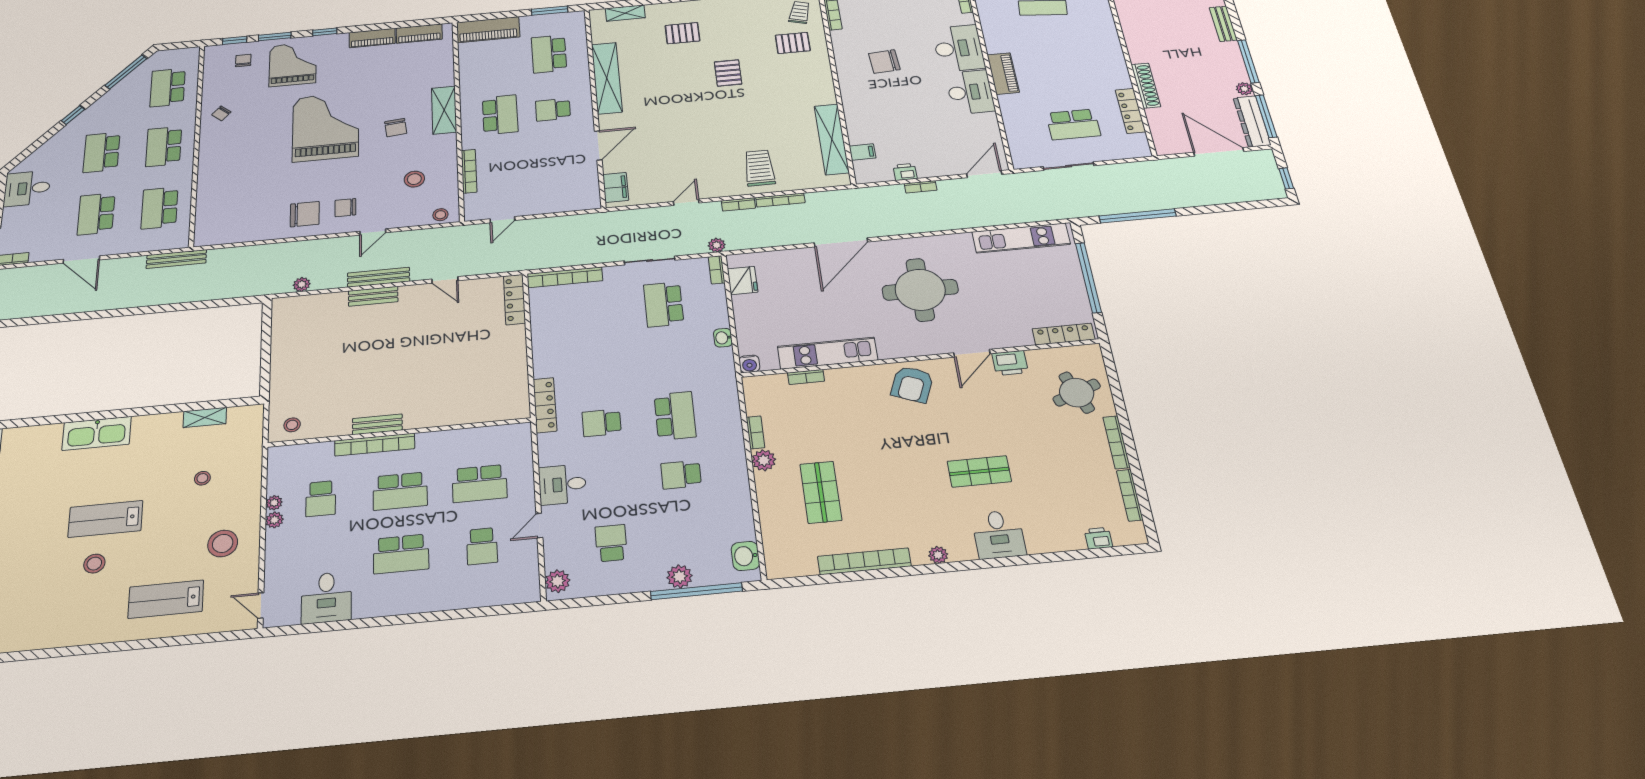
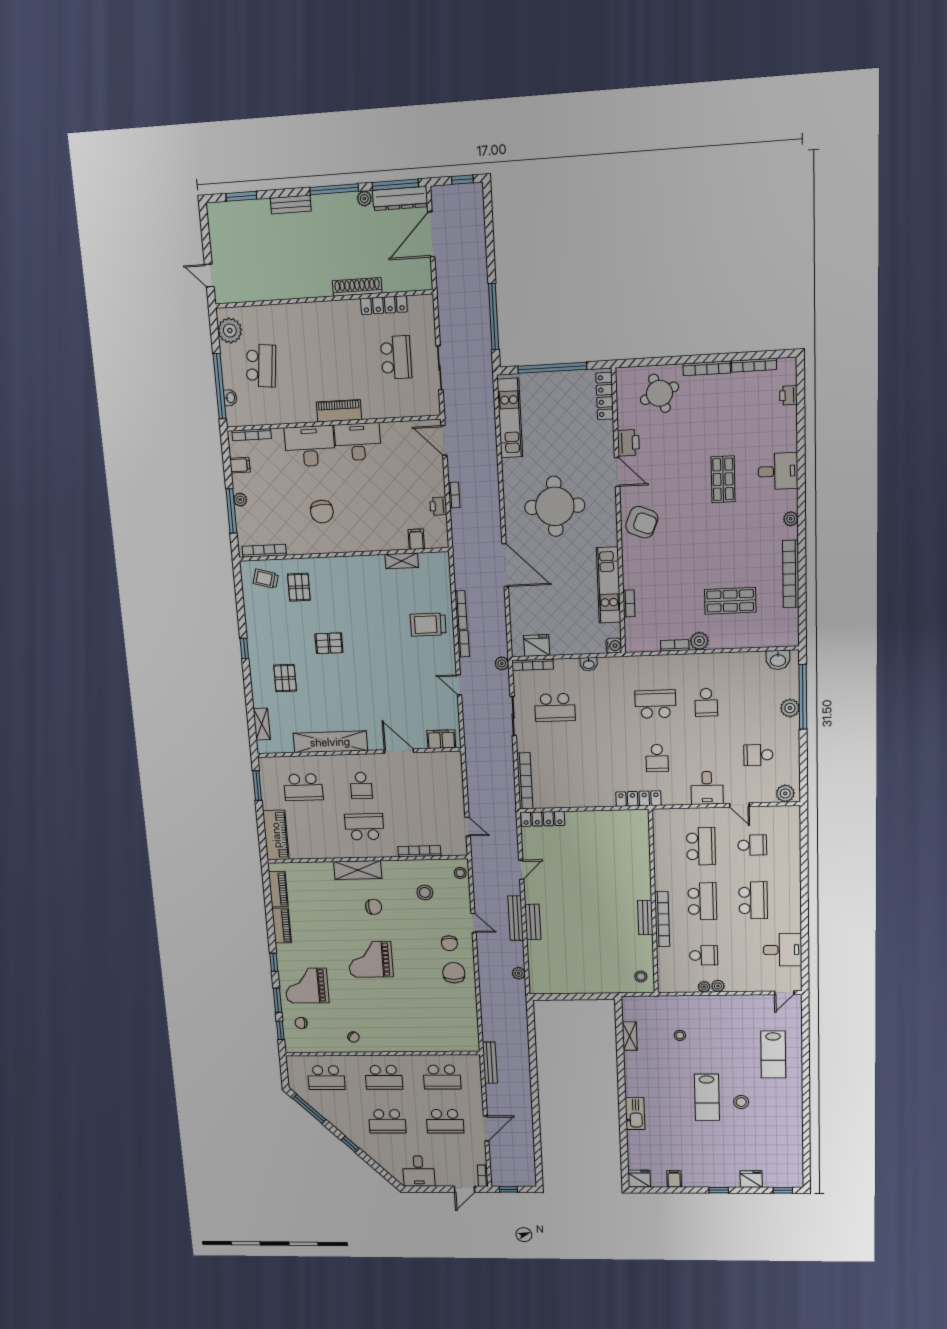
grand piano: (326, 127) -> (370, 959), width x0.73, depth x0.68
shelving: (832, 139) -> (402, 561), width x0.45, depth x0.75
bookcase: (717, 270) -> (533, 665), width x1.56
kitchen sink: (97, 433) -> (635, 1114), width x0.73, depth x0.81
stool: (223, 543) -> (733, 1020), removed

